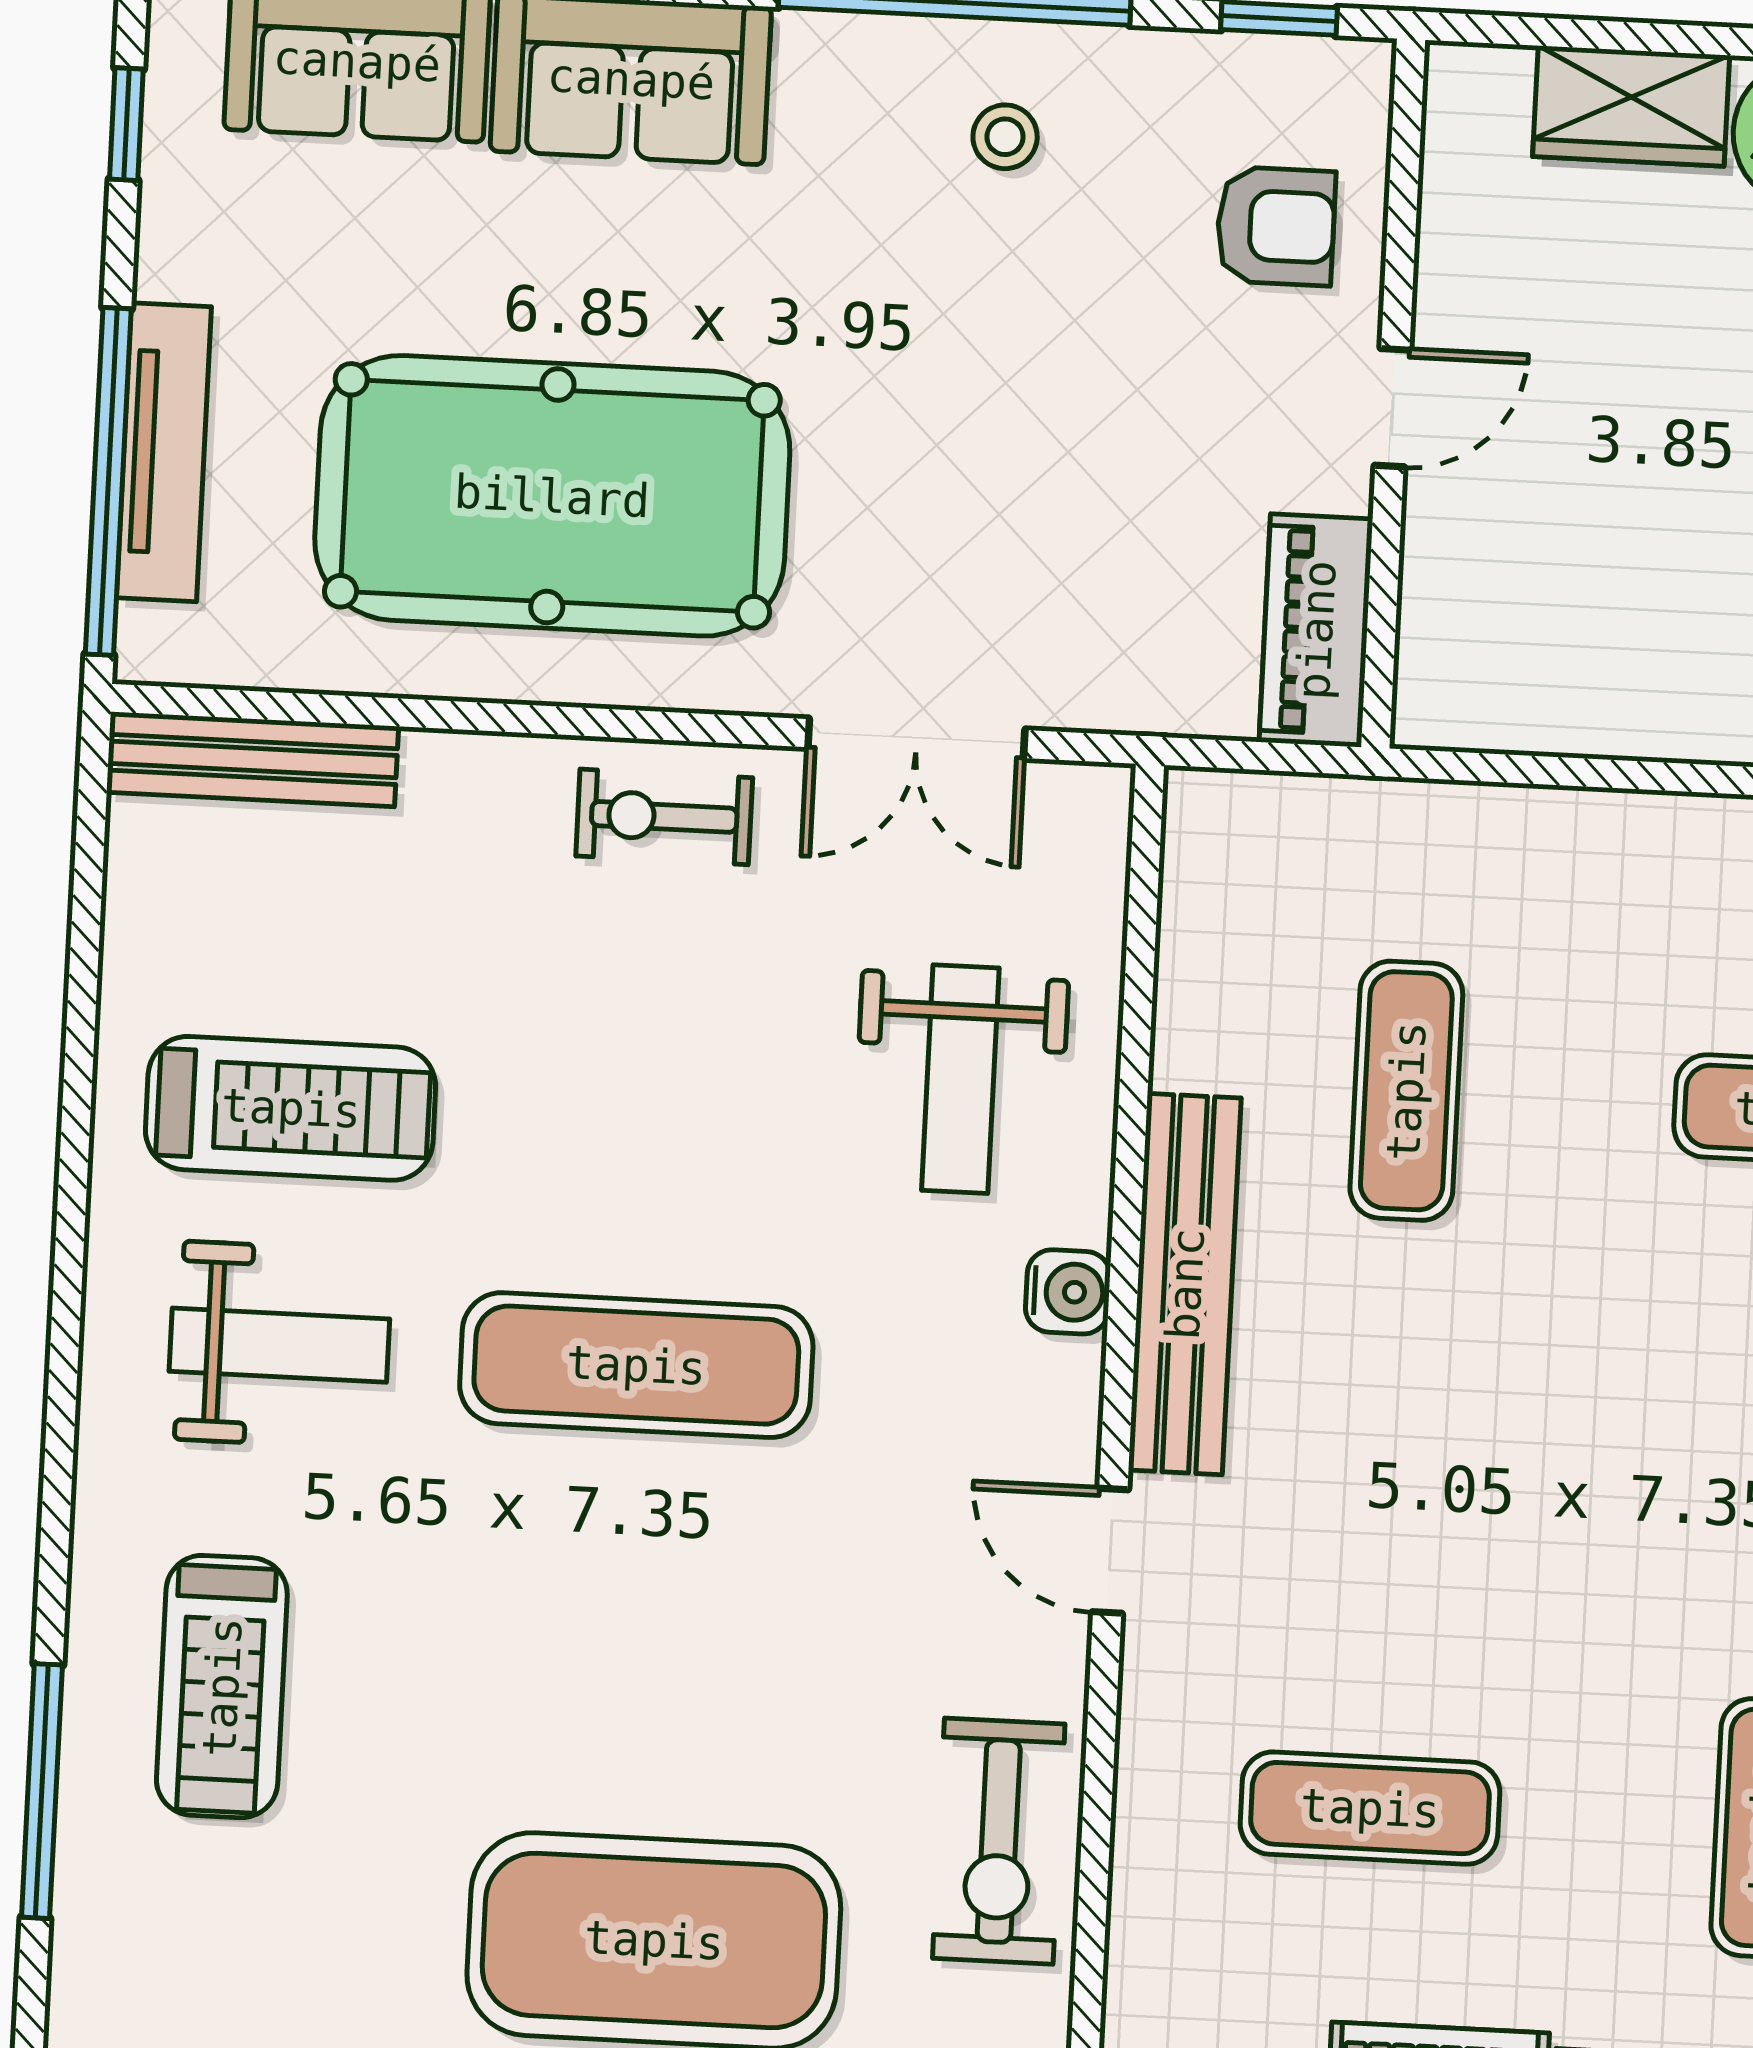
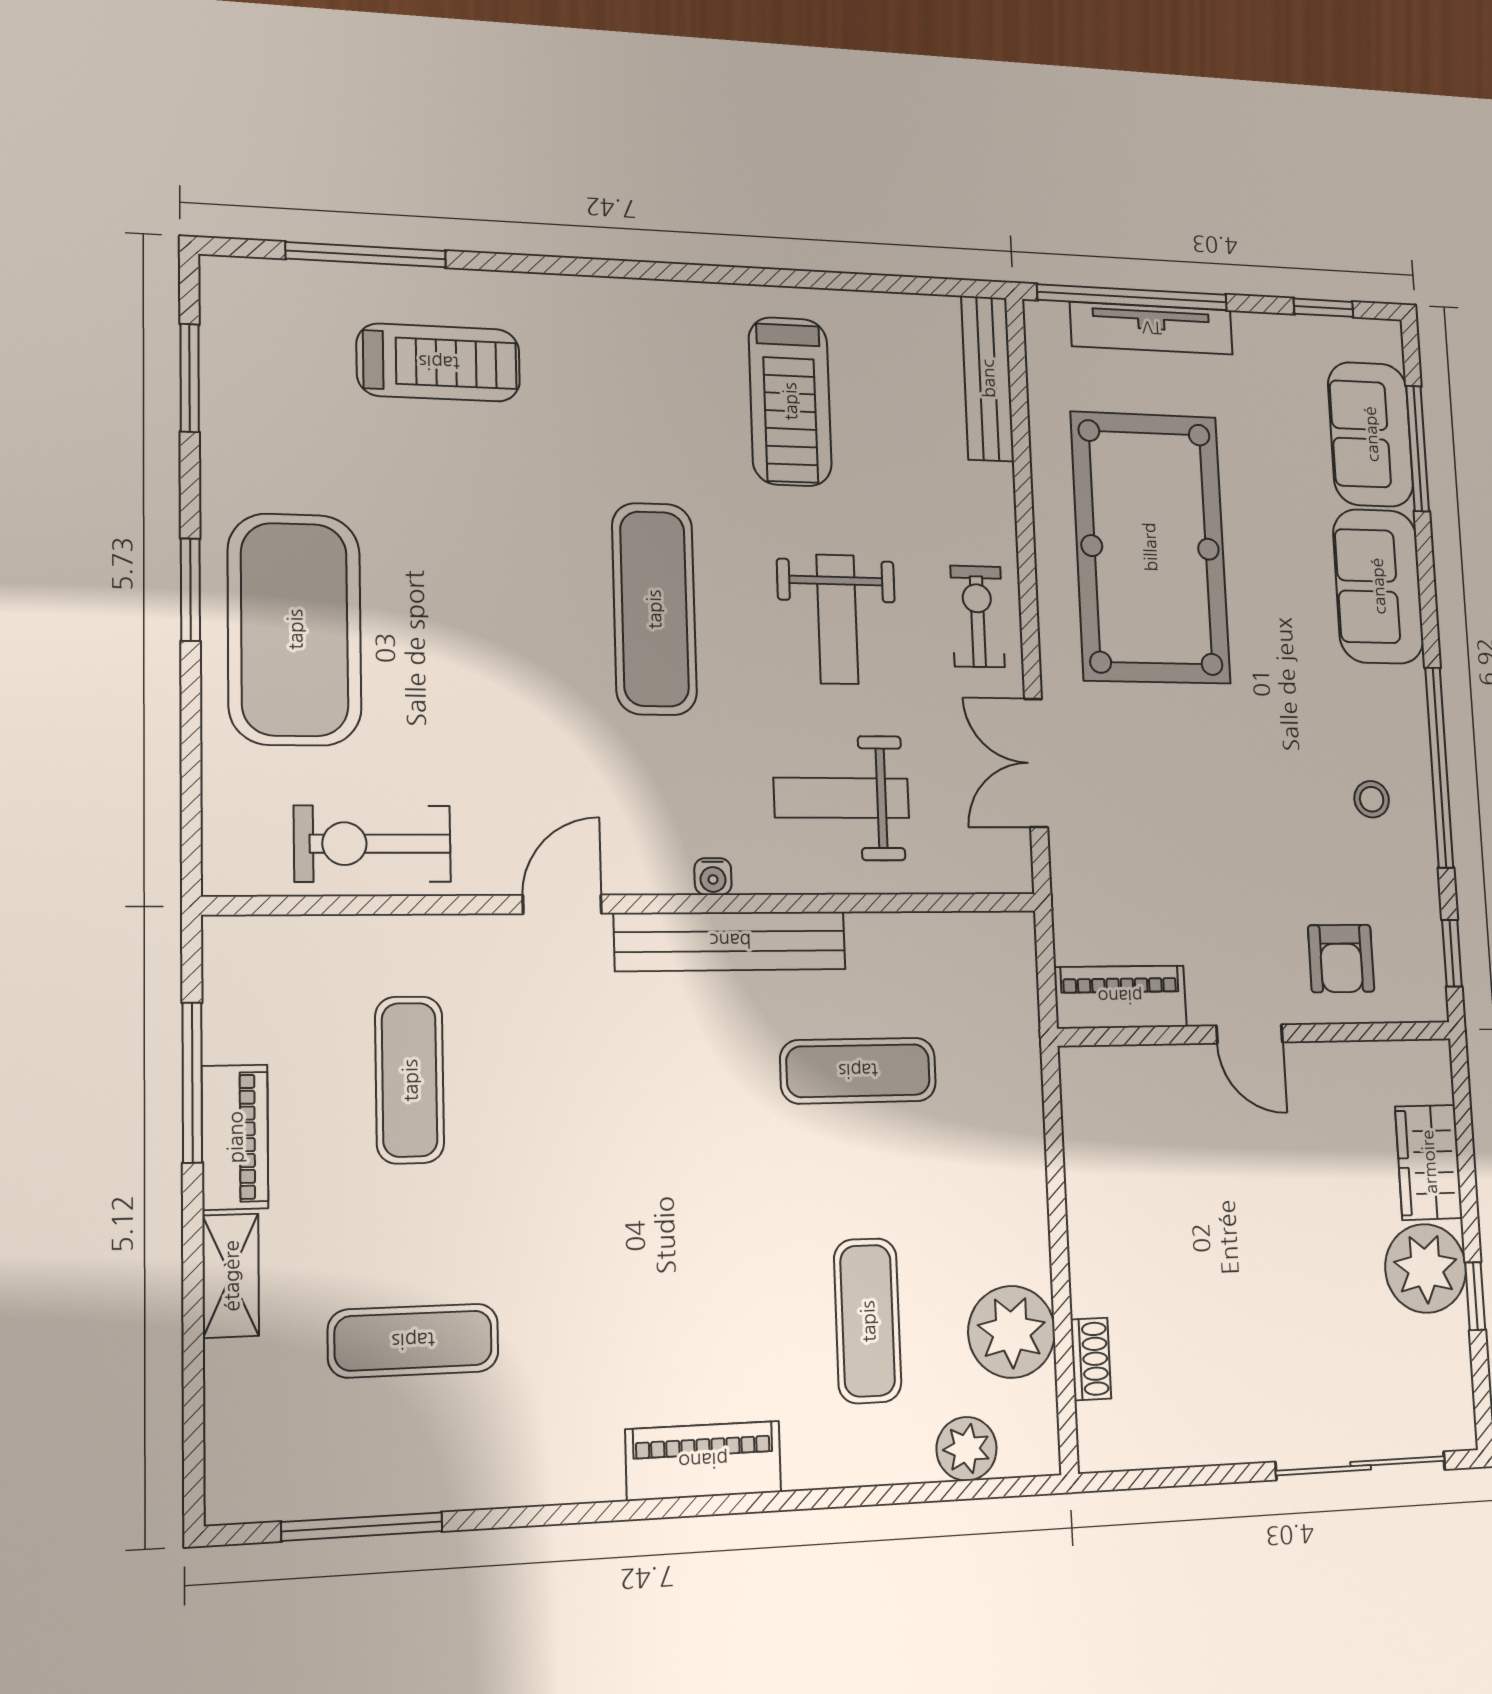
water cooler: (1068, 1292) -> (713, 877), width x0.72, depth x0.72
weight bench: (279, 1345) -> (837, 619), moved
treadmill: (222, 1687) -> (439, 363), turned 180

